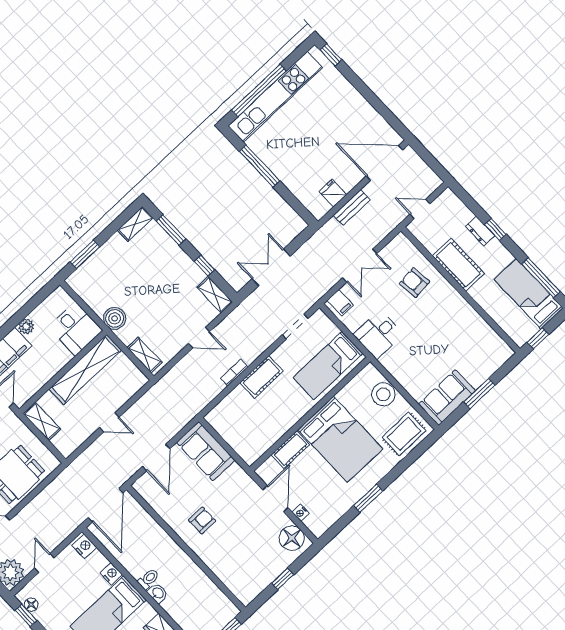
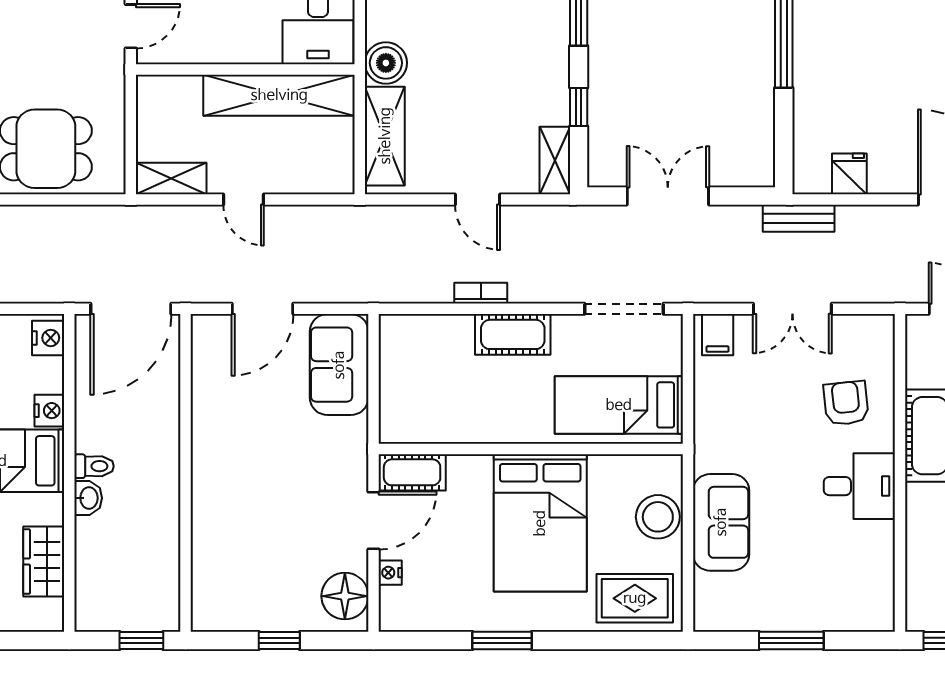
bench: (352, 208) -> (799, 218), moved
doorway: (295, 327) -> (624, 309), width x1.38
desk: (378, 334) -> (859, 486), moved, turned 180
shelving: (145, 355) -> (385, 136), width x1.50, depth x1.33
sofa: (447, 397) -> (721, 522), moved, turned 90
shelving: (42, 421) -> (171, 178), moved, turned 90
cot: (290, 450) -> (412, 472), moved
armchair: (202, 520) -> (244, 455), removed

